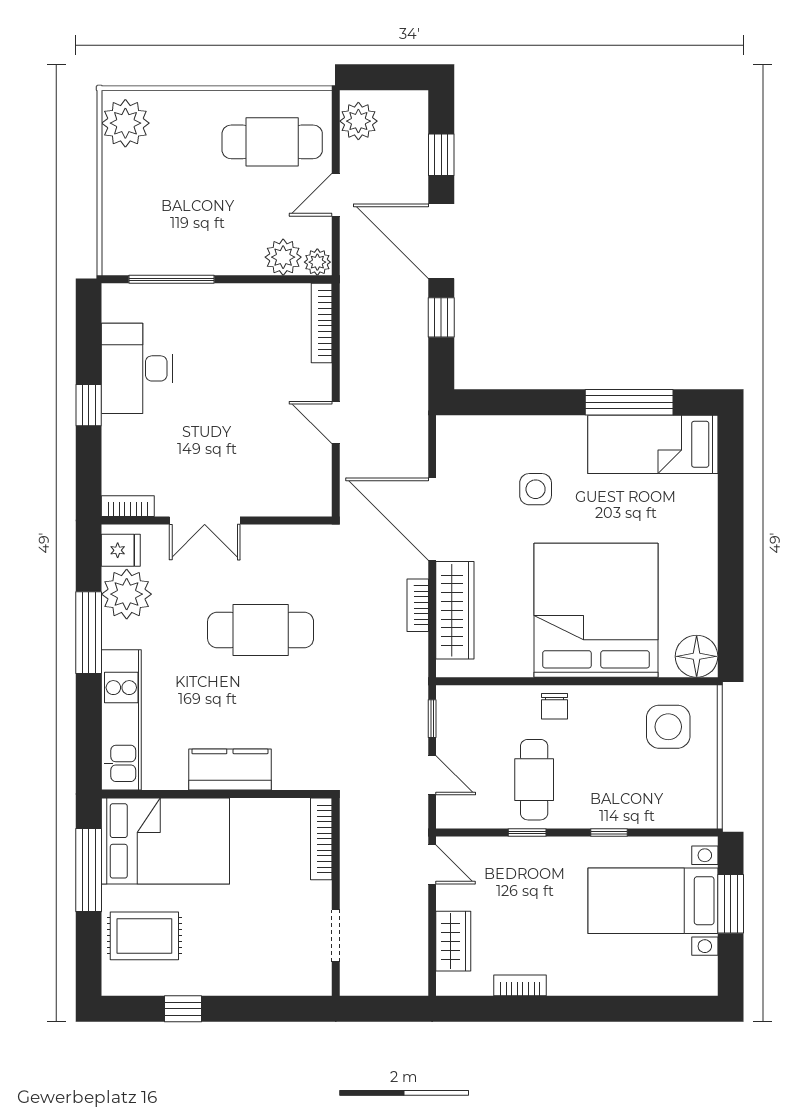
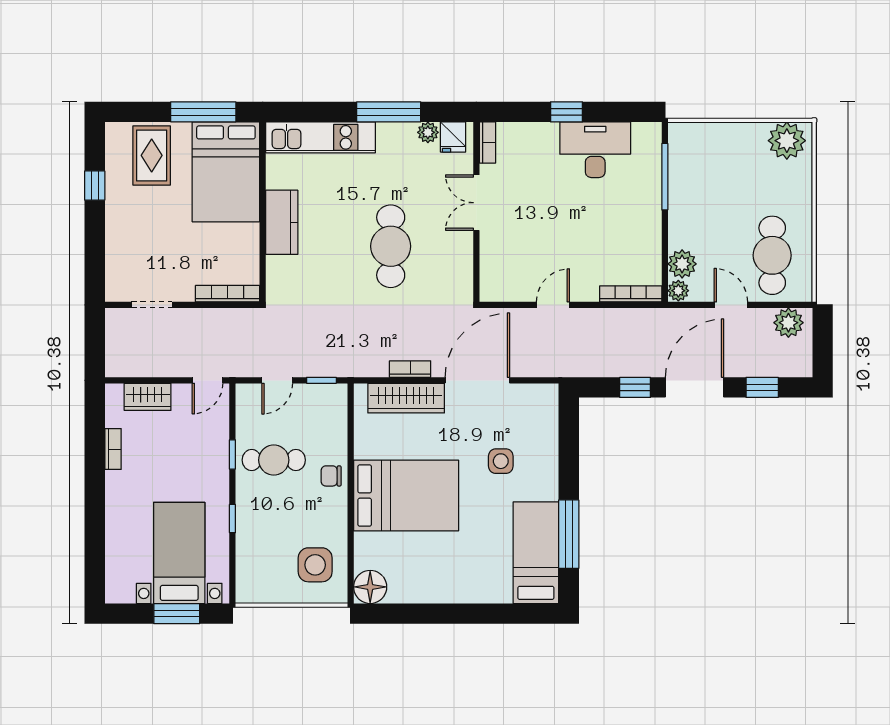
plant: (127, 594) -> (428, 132), width x0.53, depth x0.53
bed: (596, 610) -> (406, 496), width x0.73

